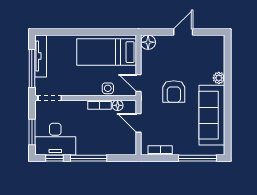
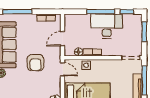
armchair: (174, 92) -> (35, 63), turned 180
door: (138, 123) -> (63, 39), swing flipped
desk: (55, 139) -> (107, 26), moved

